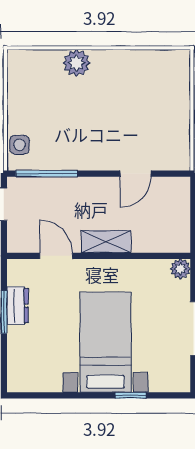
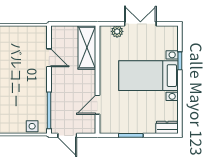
shelving: (106, 242) -> (87, 47), moved, width x1.50, depth x1.33
plant: (180, 269) -> (117, 31), moved
dresser: (18, 306) -> (167, 127), moved

